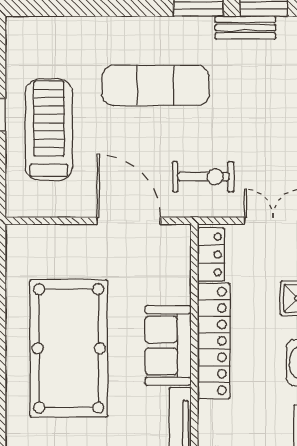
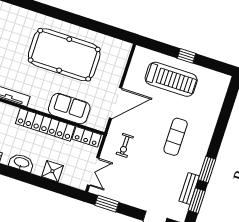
exercise mat: (155, 85) -> (176, 137), width x0.73, depth x0.69
exercise bike: (203, 177) -> (125, 145), width x0.73, depth x0.72
sofa: (168, 345) -> (69, 109), moved

